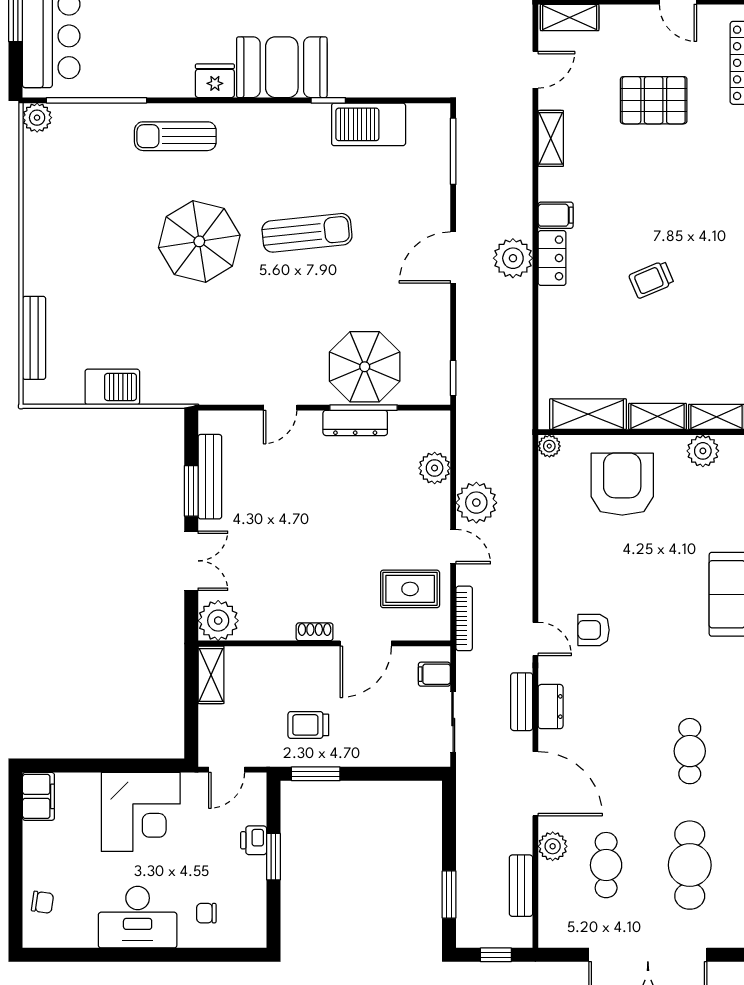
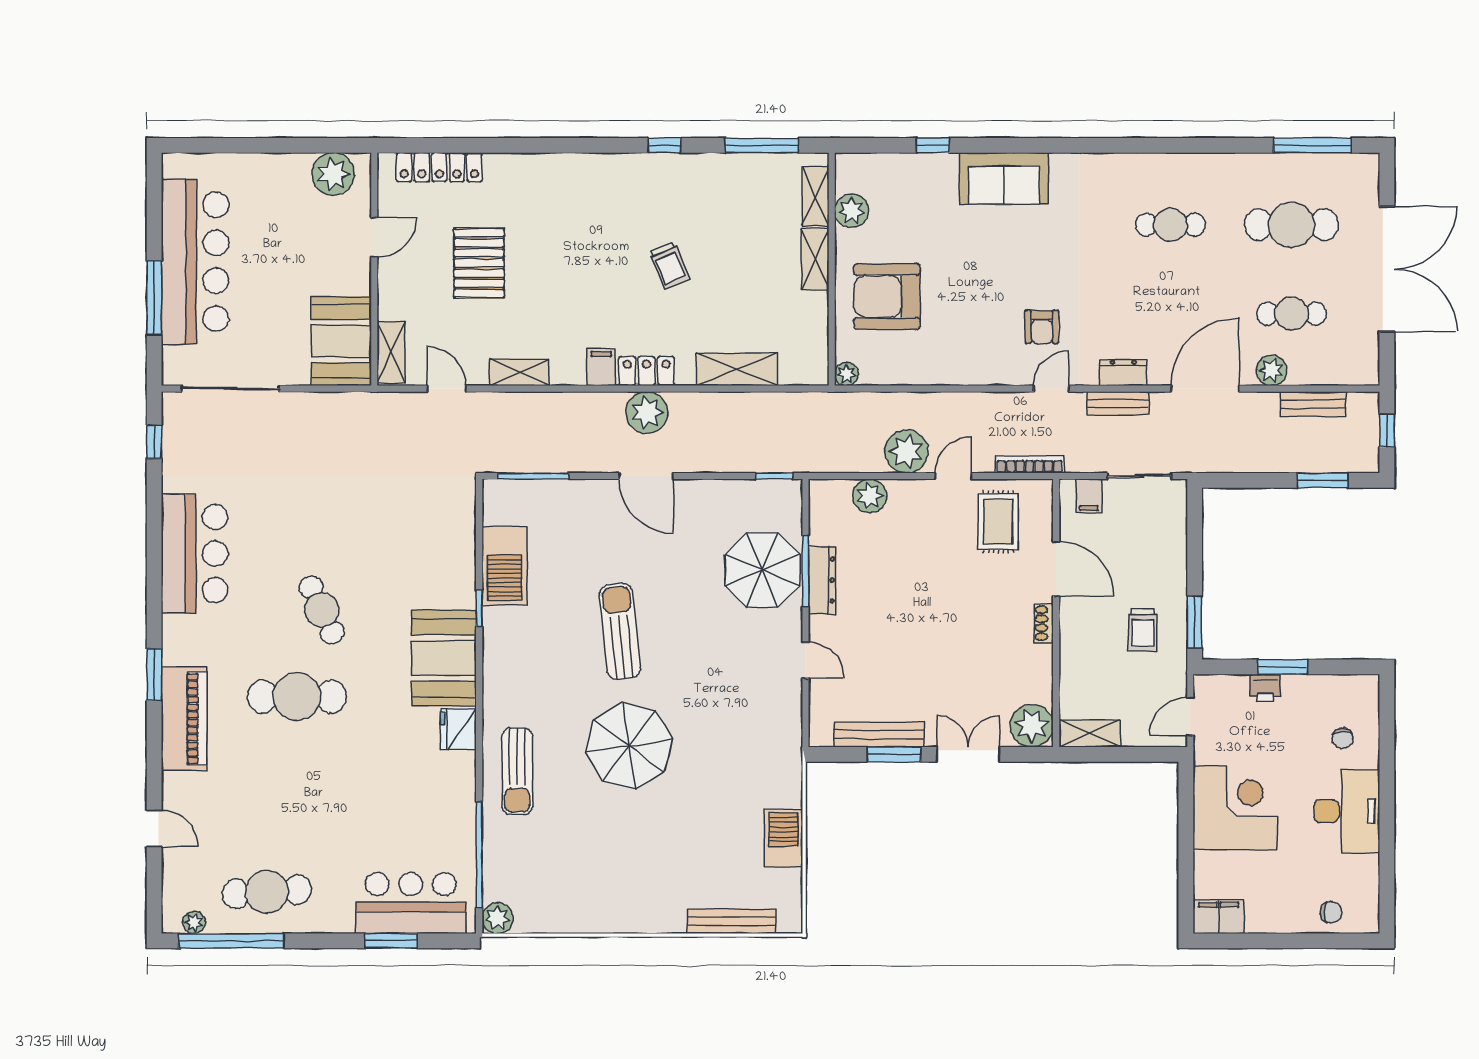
shelving: (588, 414) -> (737, 369), moved, turned 90
door: (227, 770) -> (1190, 717), swing flipped
chair: (43, 902) -> (1331, 912), turned 82

